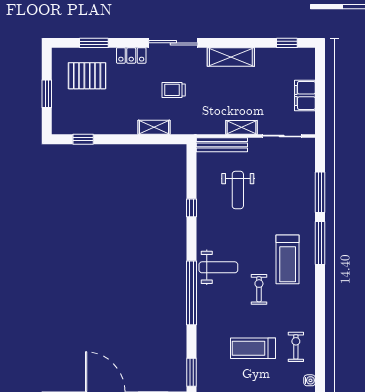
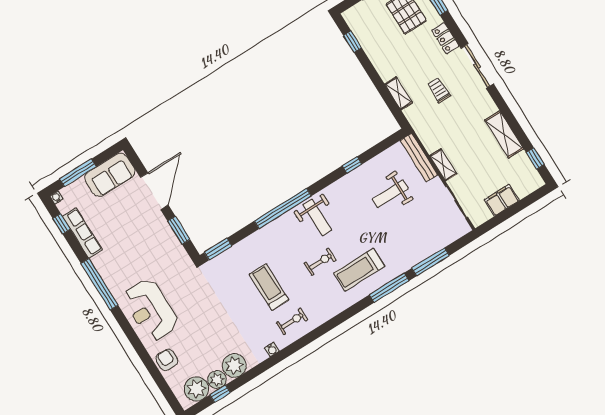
shelving: (231, 57) -> (504, 134), moved

